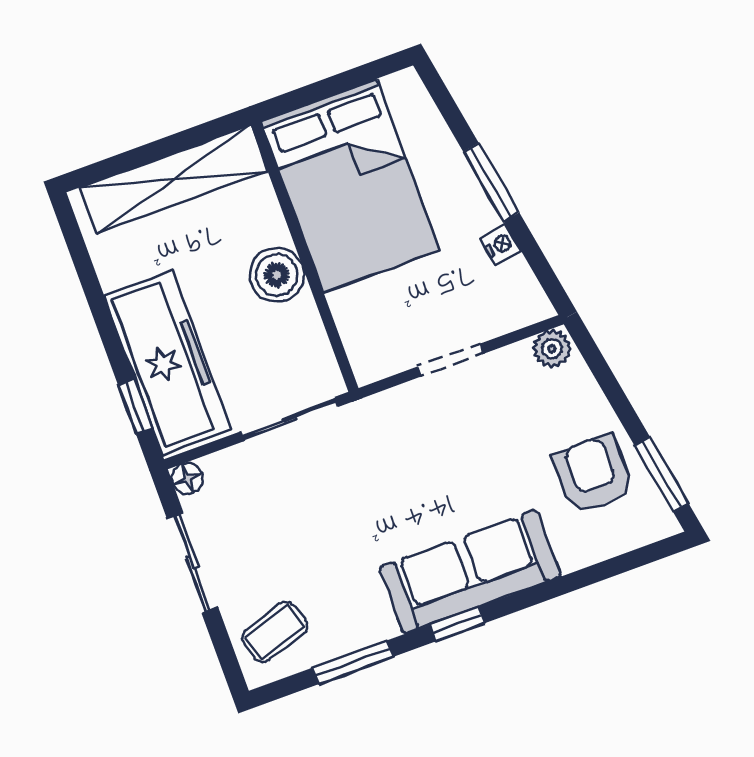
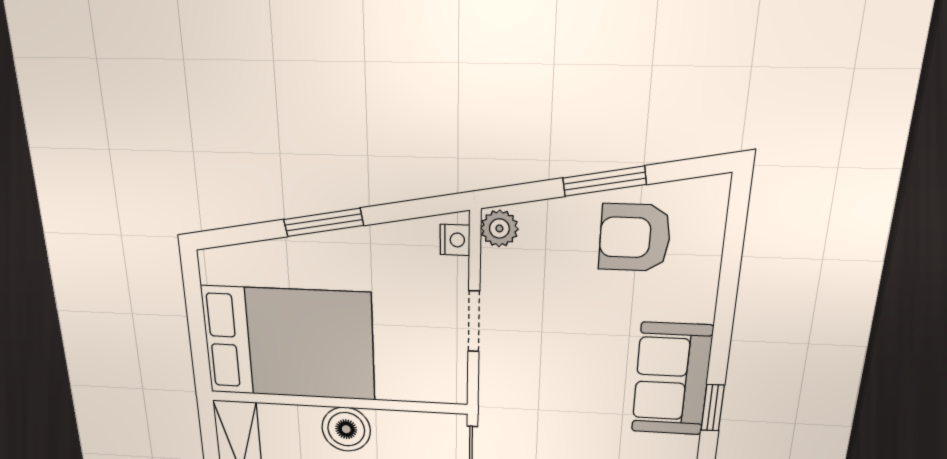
nightstand: (500, 245) -> (455, 240), moved, turned 100
window: (662, 475) -> (604, 181), moved
sofa: (470, 572) -> (672, 379), width x0.73

